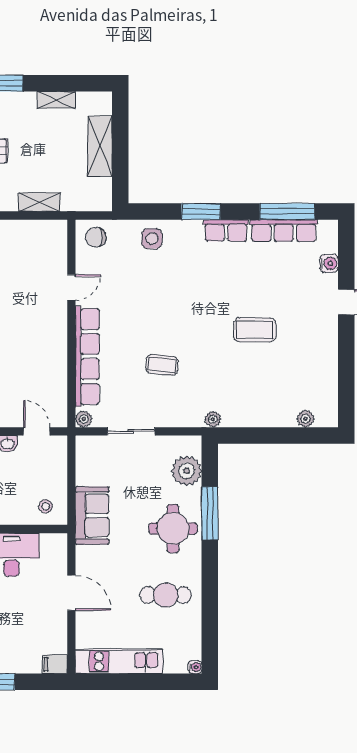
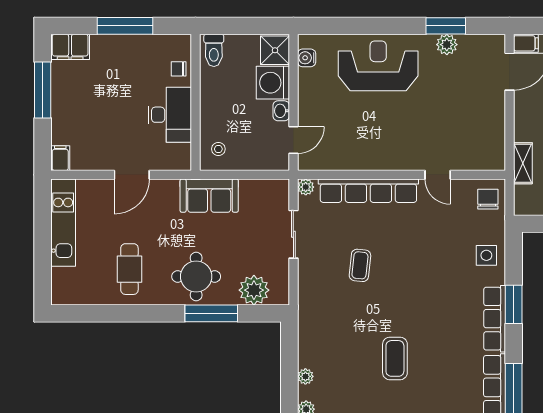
shelving: (39, 202) -> (523, 163), moved
row of seats: (226, 230) -> (495, 319), width x1.48
plant: (213, 419) -> (305, 376), moved
water cooler: (195, 667) -> (57, 299), removed

